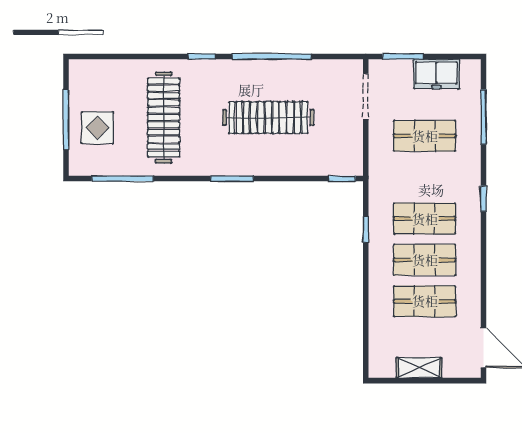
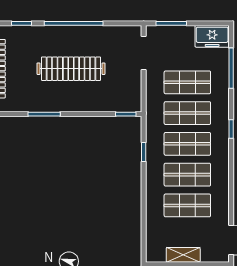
freezer: (436, 74) -> (212, 36), moved
shop shelf: (425, 177) -> (187, 113), added

